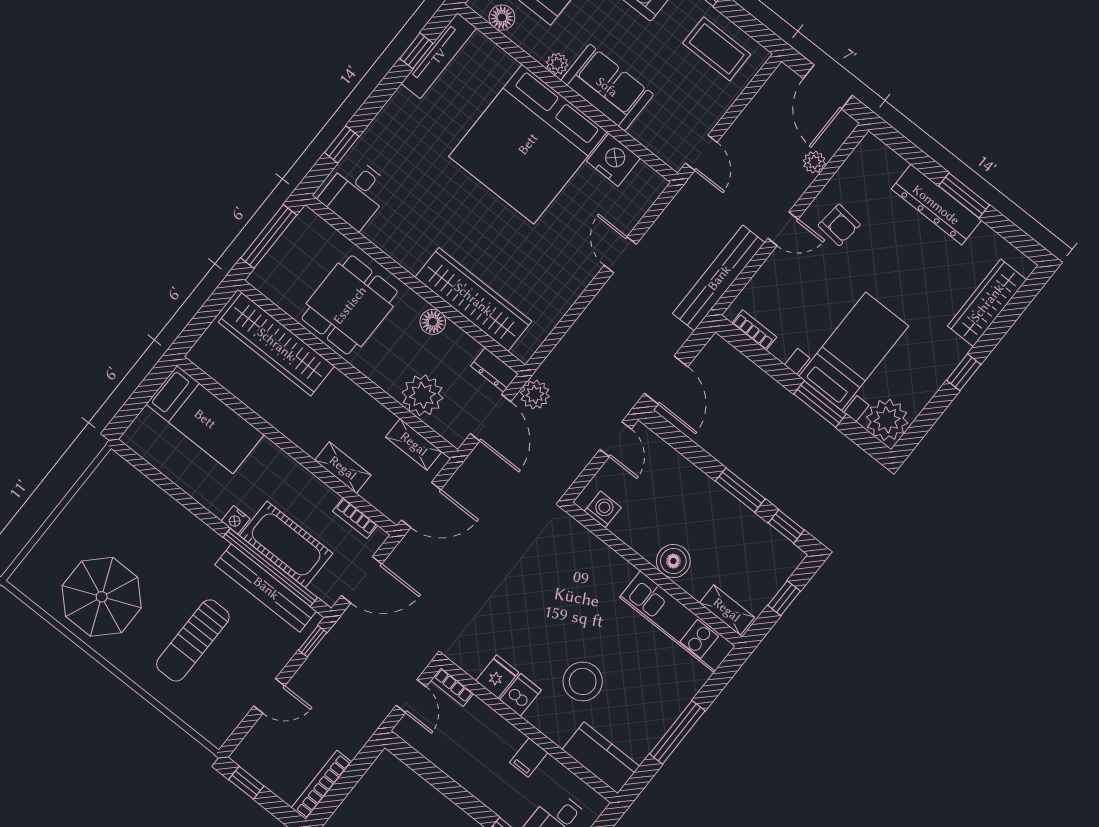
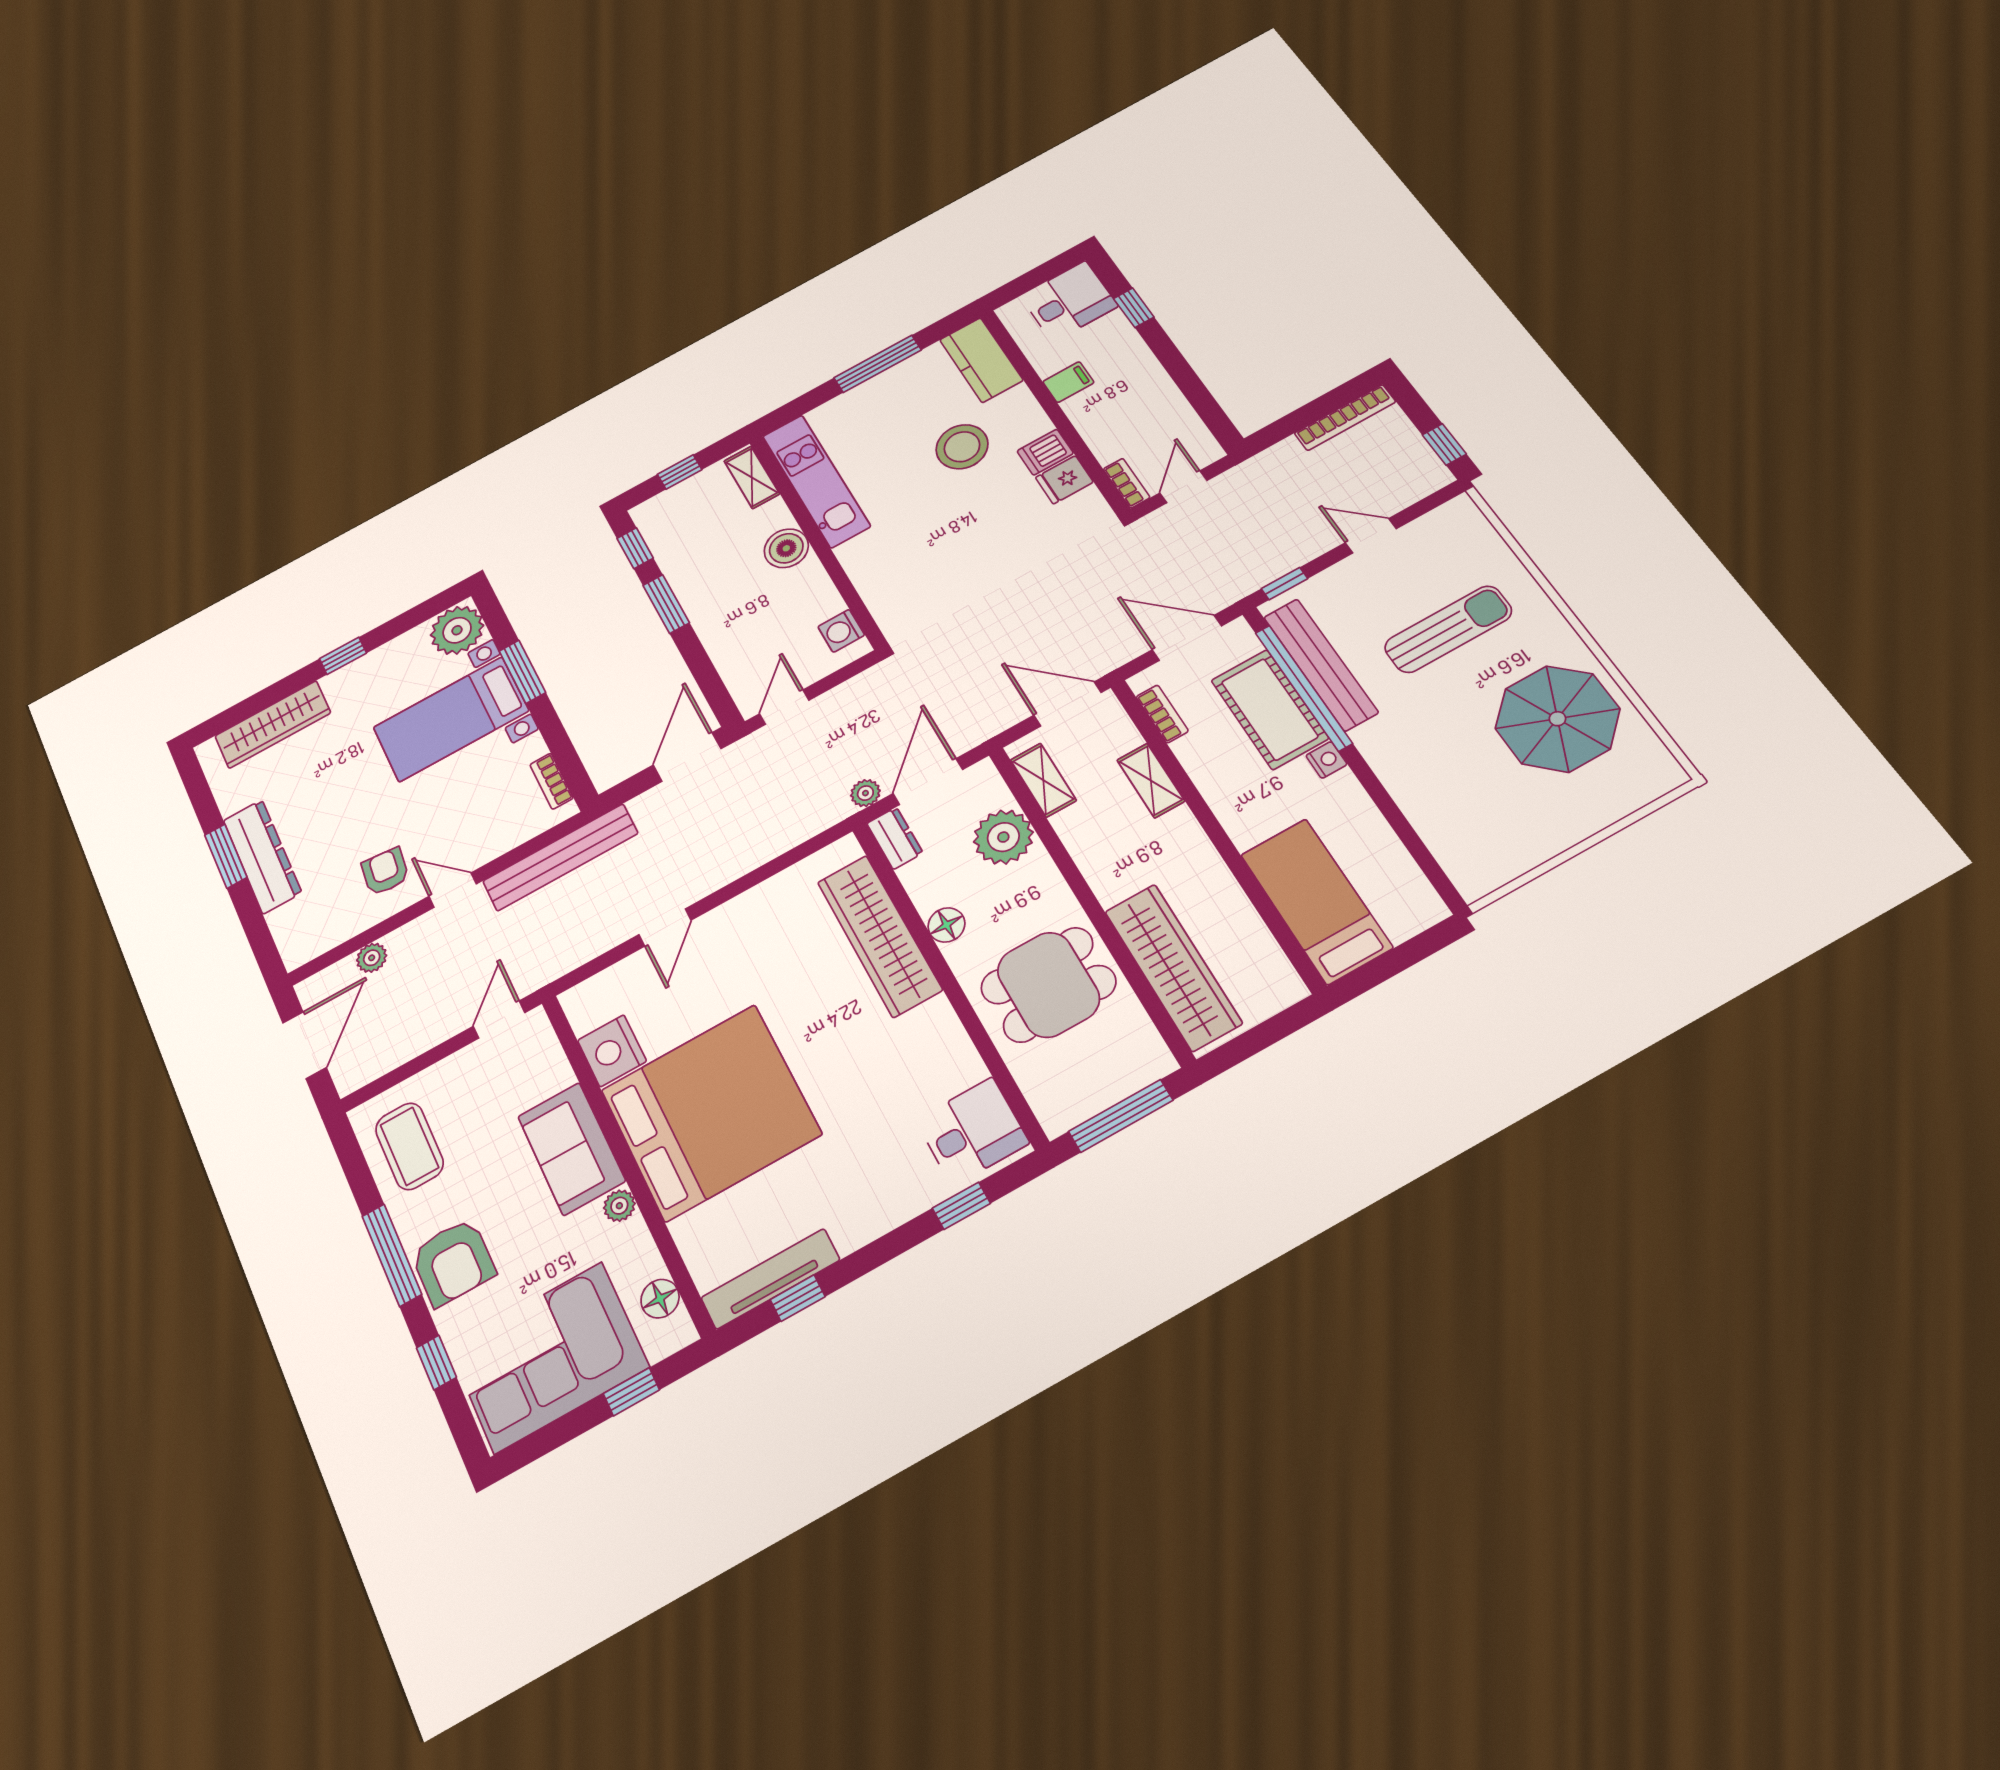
plant: (535, 395) -> (865, 793), width x0.73, depth x0.73

